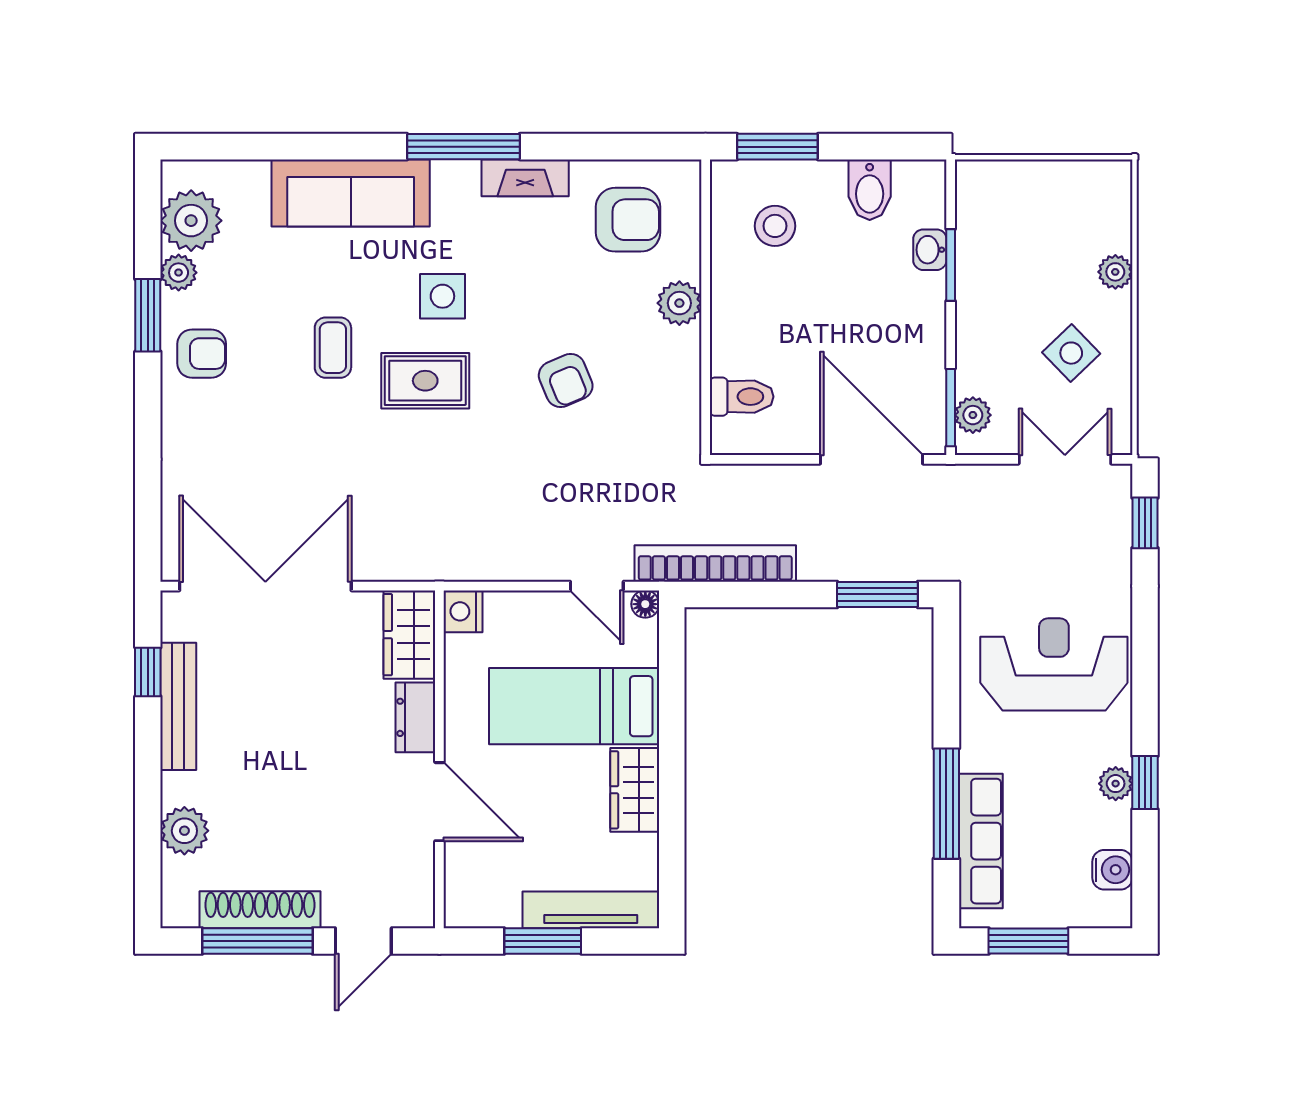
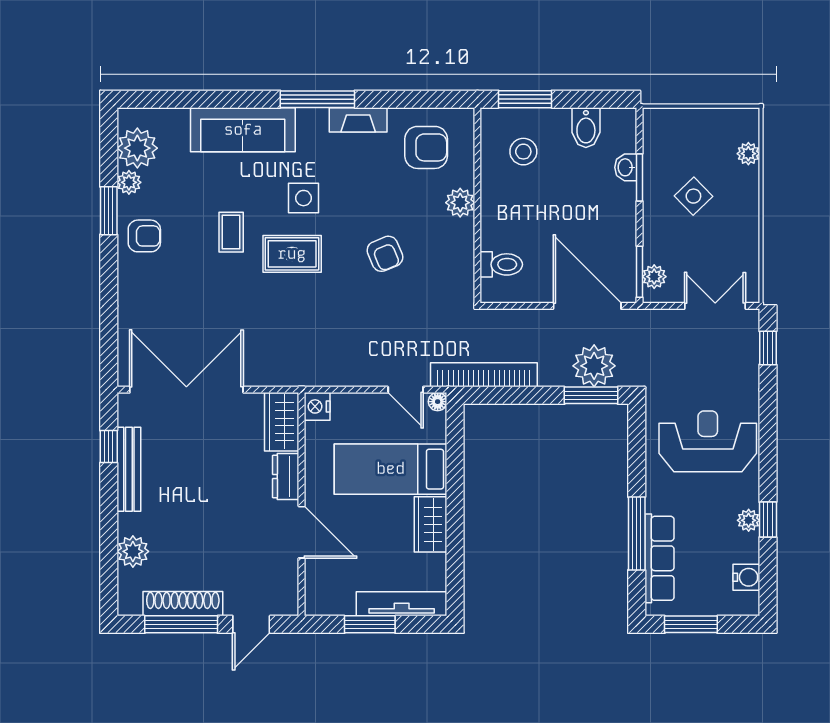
plant: (1115, 272) -> (748, 154), moved
side table: (1071, 353) -> (693, 196), moved
plant: (882, 550) -> (594, 366), added

